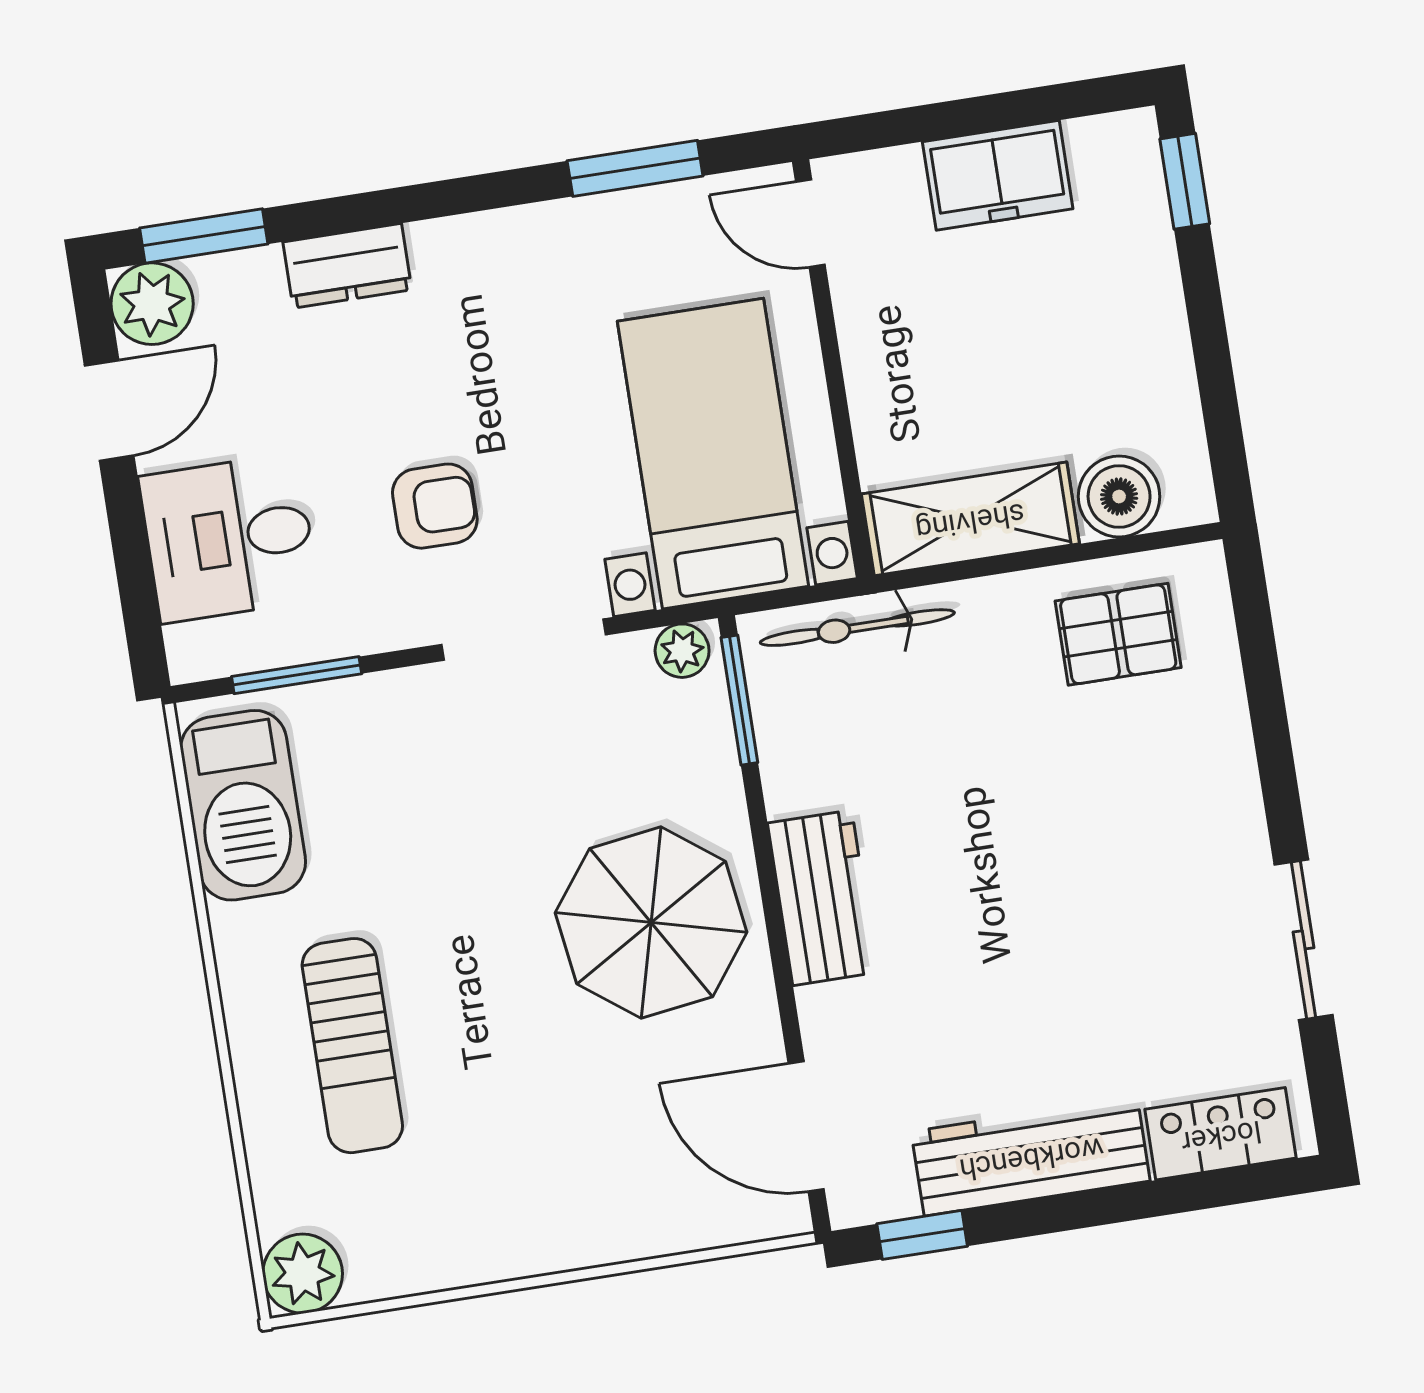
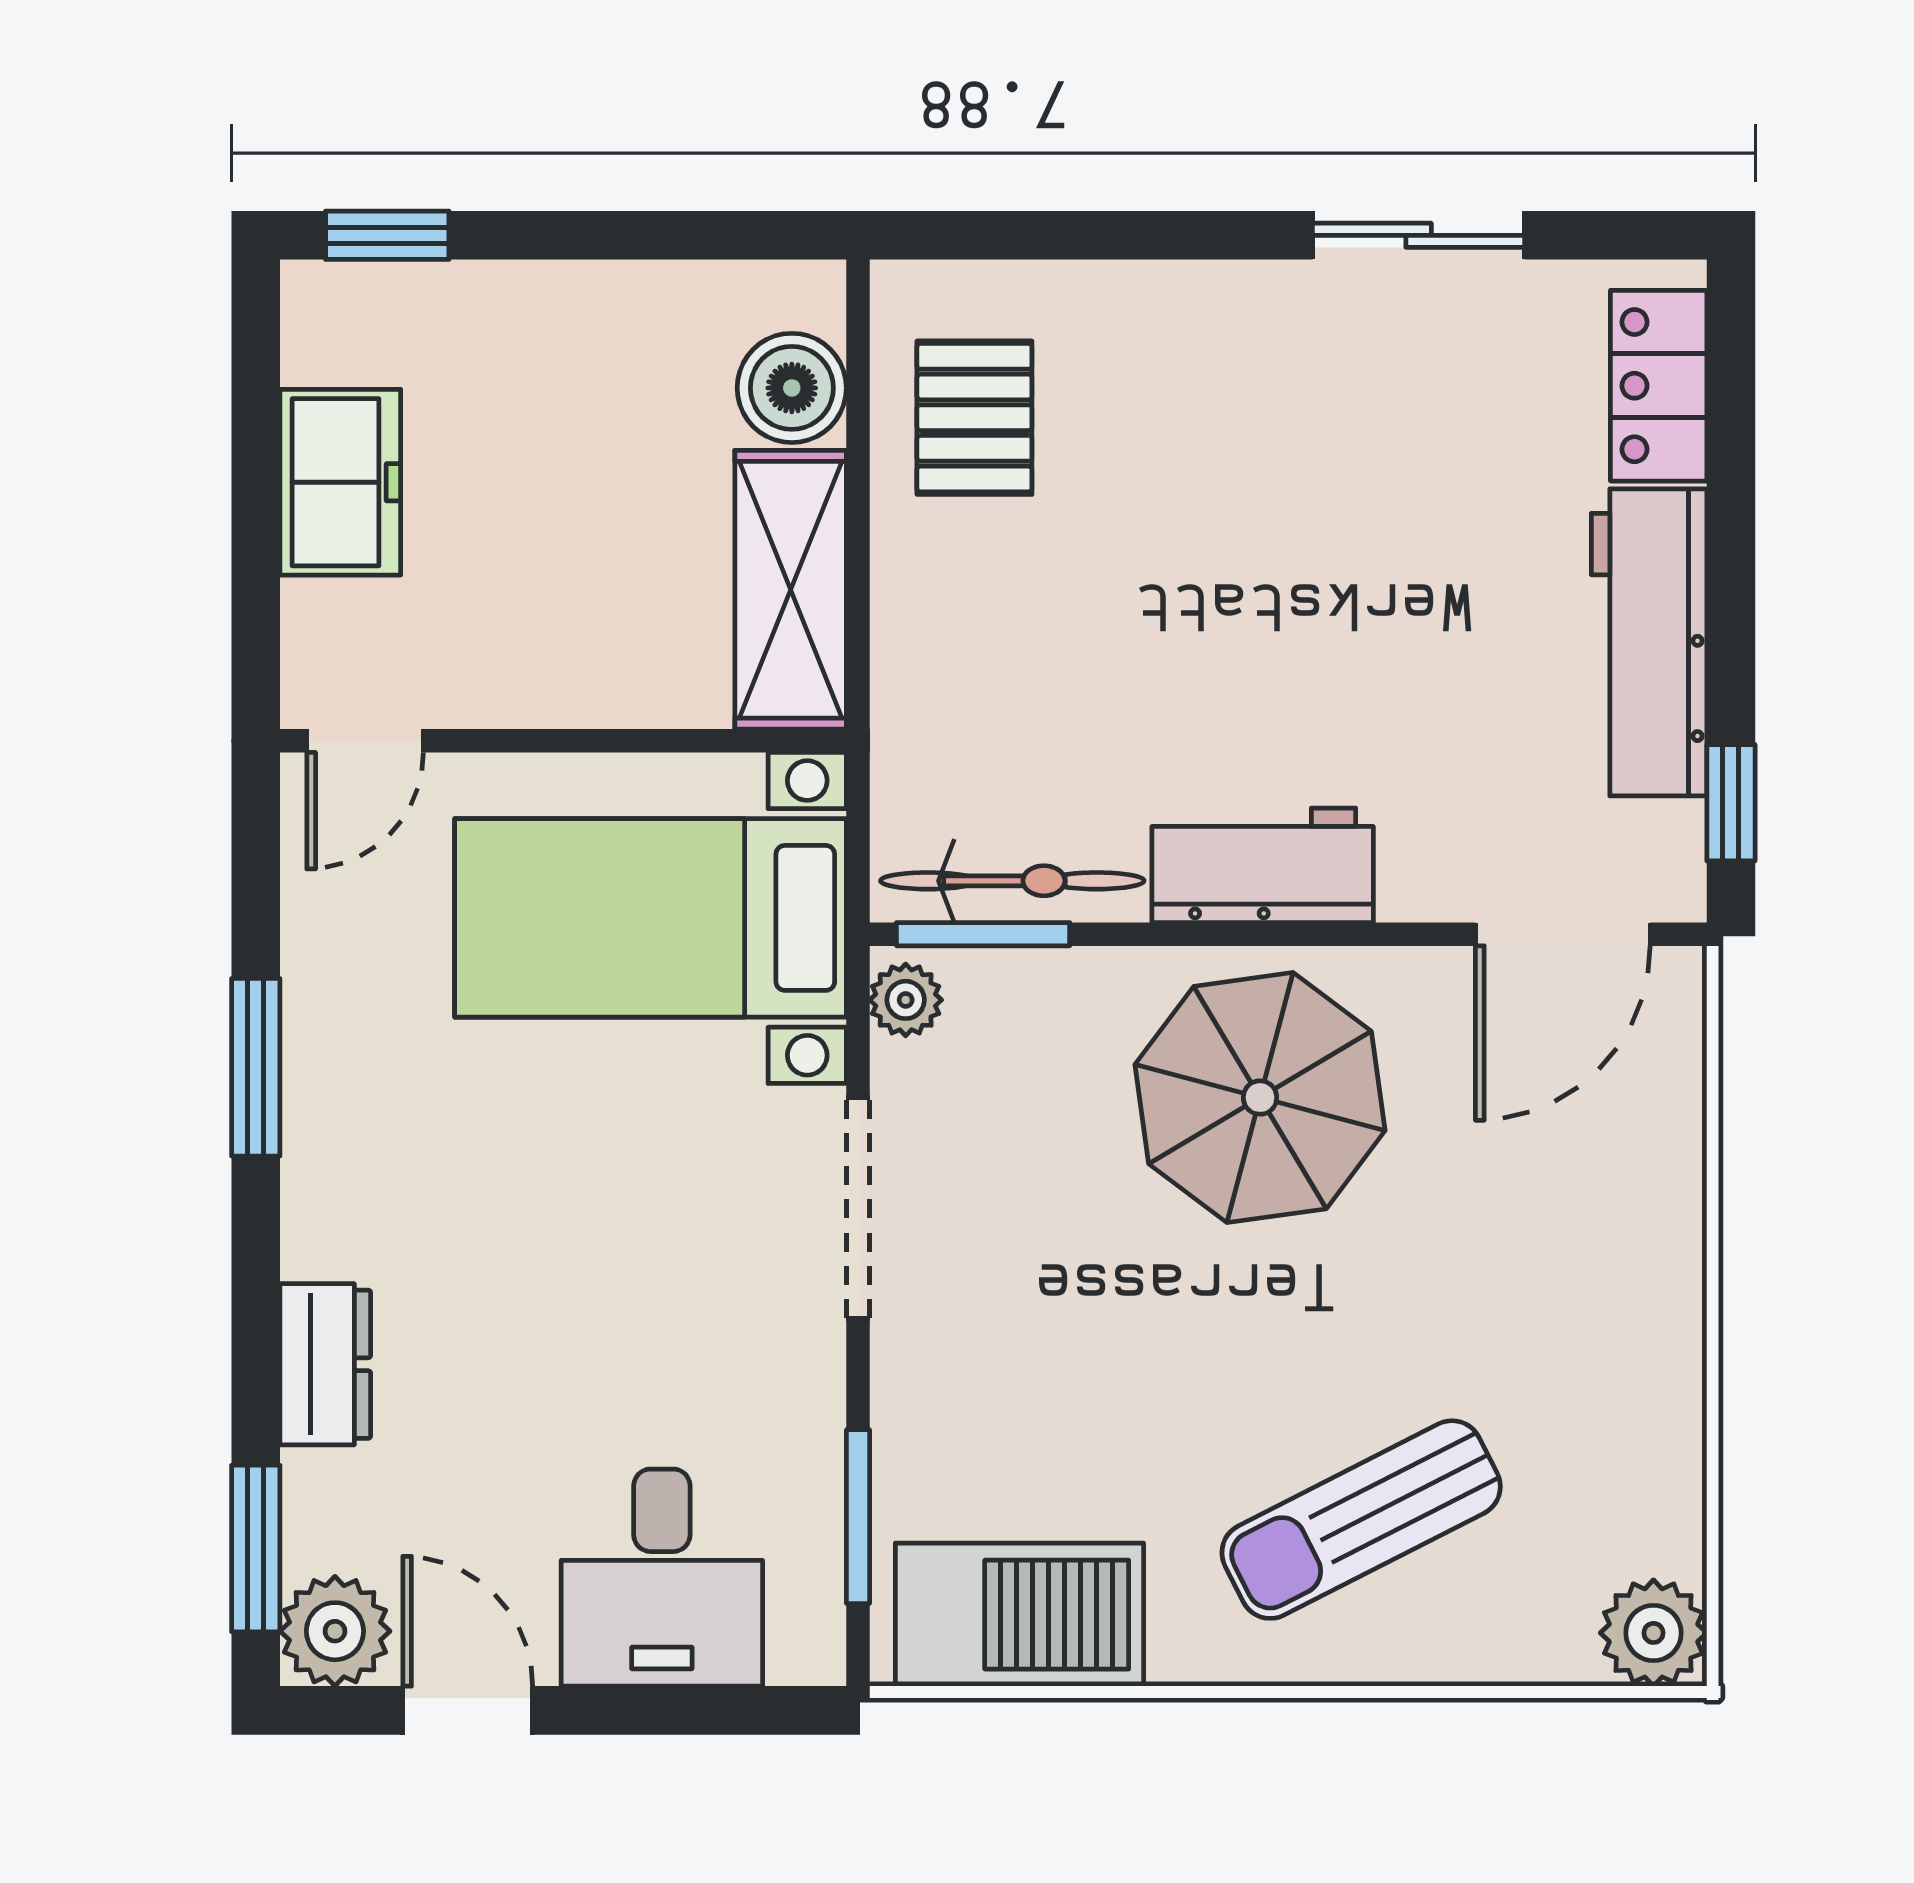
window: (635, 168) -> (256, 1067), moved
armchair: (435, 506) -> (662, 1298), removed
bicycle: (857, 628) -> (1012, 881), moved, turned -90
sun lounger: (352, 1046) -> (1361, 1520), turned 153

